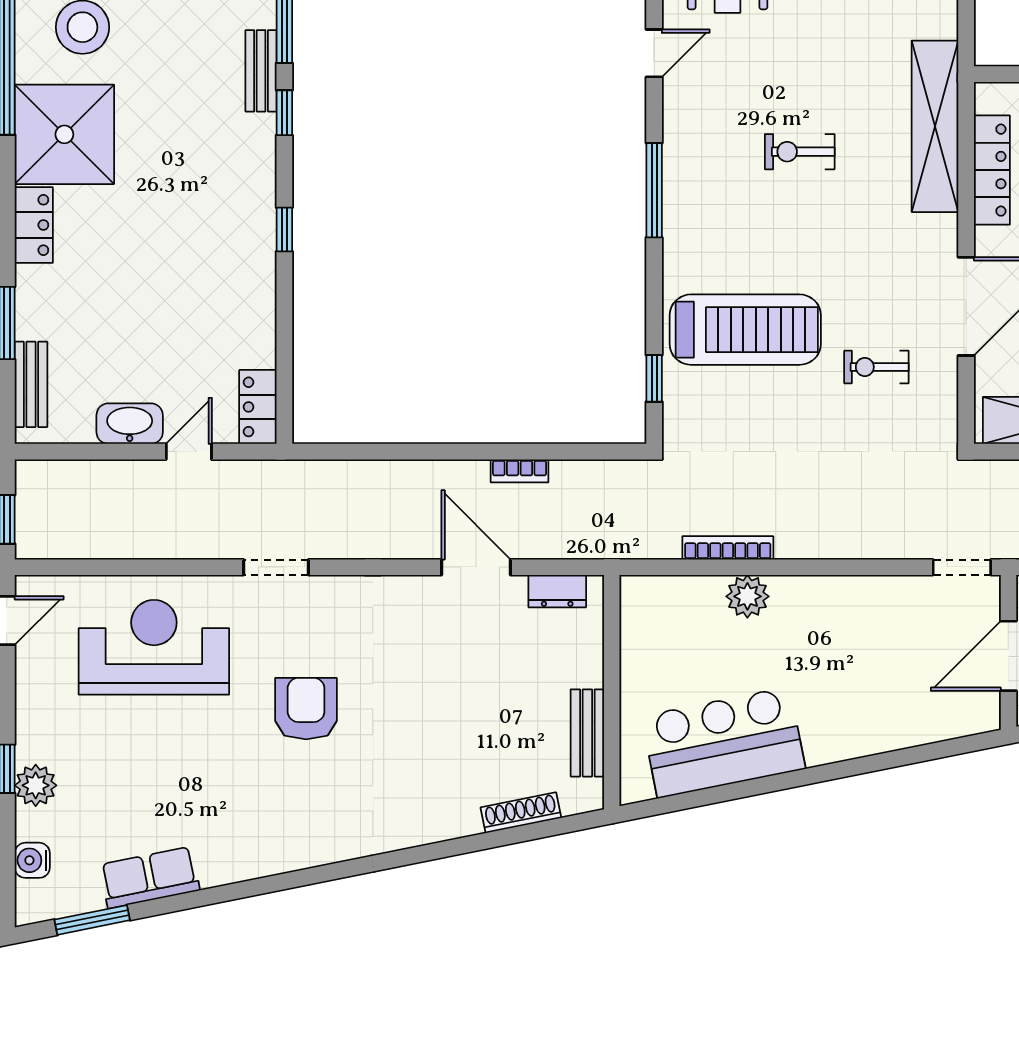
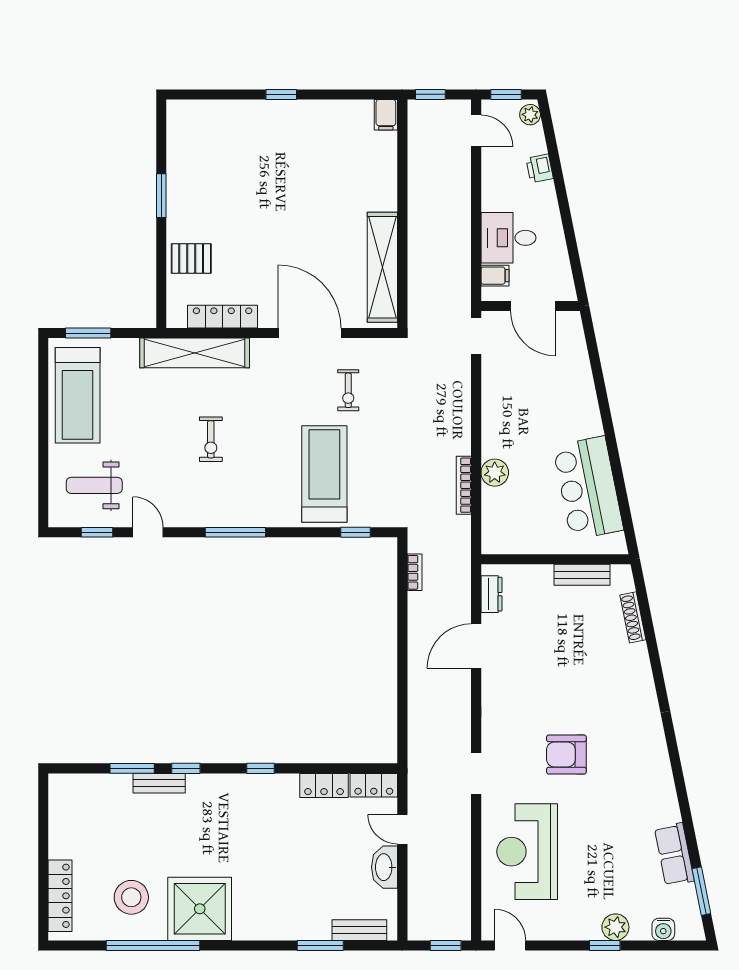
locker: (34, 225) -> (324, 785), moved, turned 180
bookcase: (520, 471) -> (415, 572), moved

